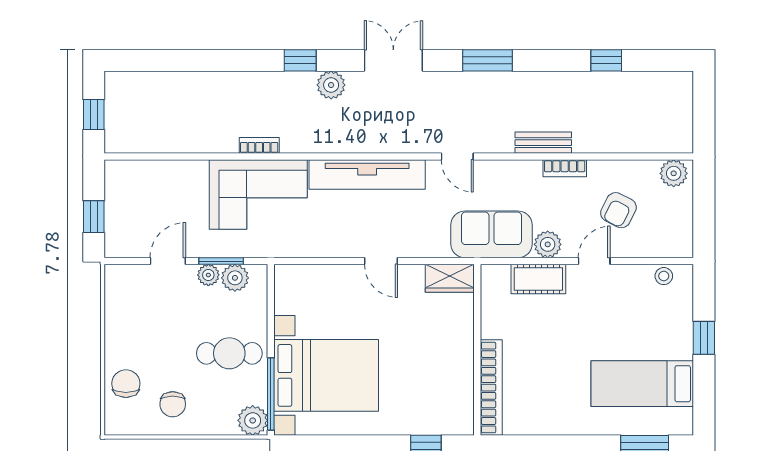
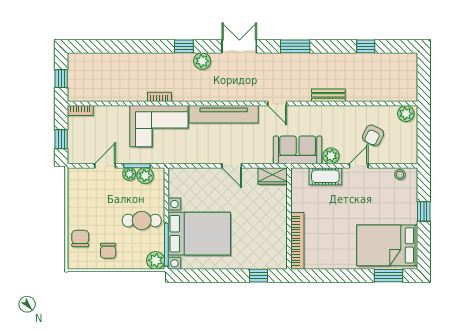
bookcase: (565, 168) -> (80, 111), moved
bed: (642, 384) -> (387, 245), width x1.50

